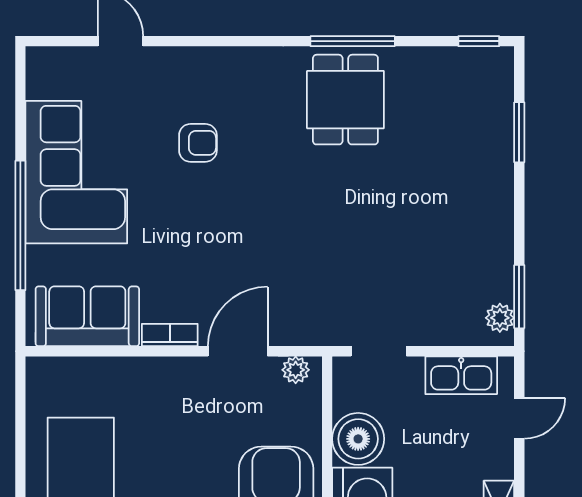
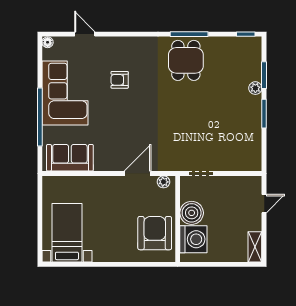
floor lamp: (38, 59) -> (48, 42), added
armchair: (198, 143) -> (120, 80), turned 180
window: (519, 297) -> (264, 114), moved
plant: (500, 318) -> (255, 88), moved
bookcase: (170, 335) -> (107, 166), removed
kitchen sink: (461, 375) -> (238, 184), removed

